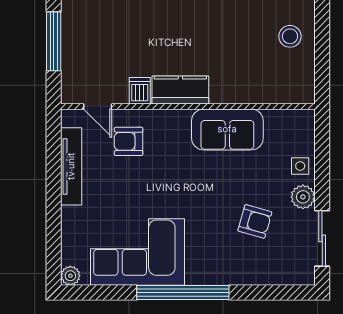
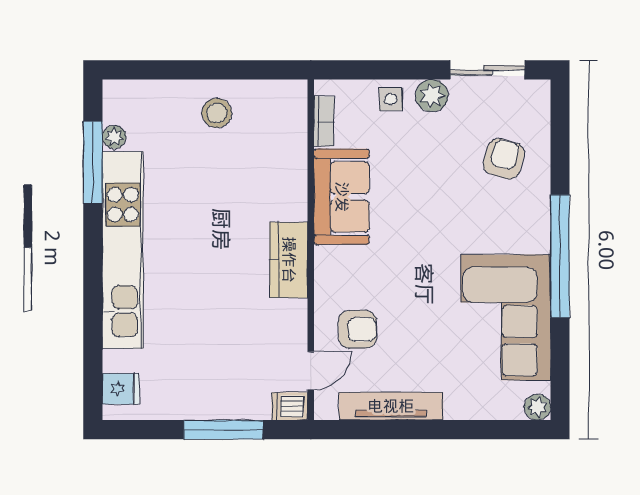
dishwasher: (140, 91) -> (290, 406), moved
bookcase: (284, 116) -> (324, 121), added
armchair: (129, 141) -> (357, 329), turned -90
armchair: (255, 221) -> (504, 159), moved

